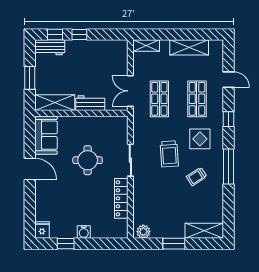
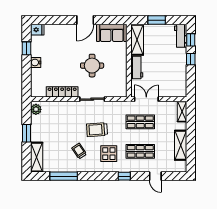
door: (229, 80) -> (155, 176), hinge flipped
window: (229, 166) -> (64, 176), moved

